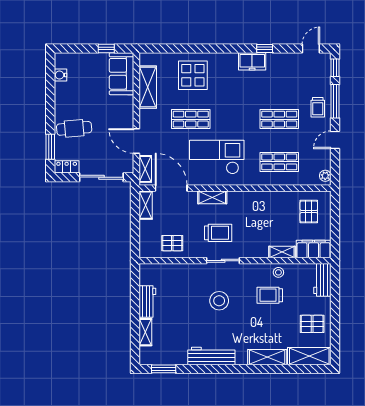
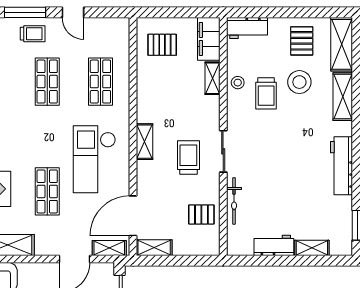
plant: (325, 176) -> (118, 24), removed
shelving: (212, 197) -> (145, 142), moved
pallet: (172, 243) -> (201, 214), turned 90
bicycle: (183, 269) -> (234, 201), added
stool: (219, 301) -> (299, 82), moved

